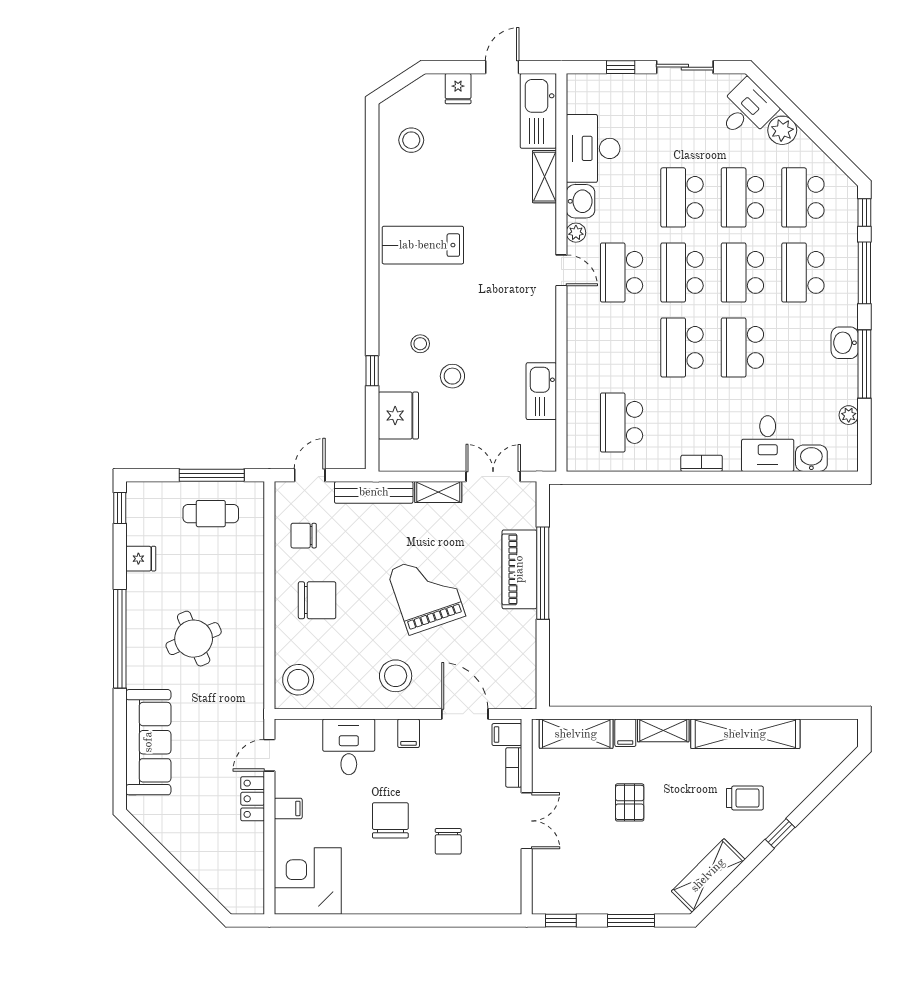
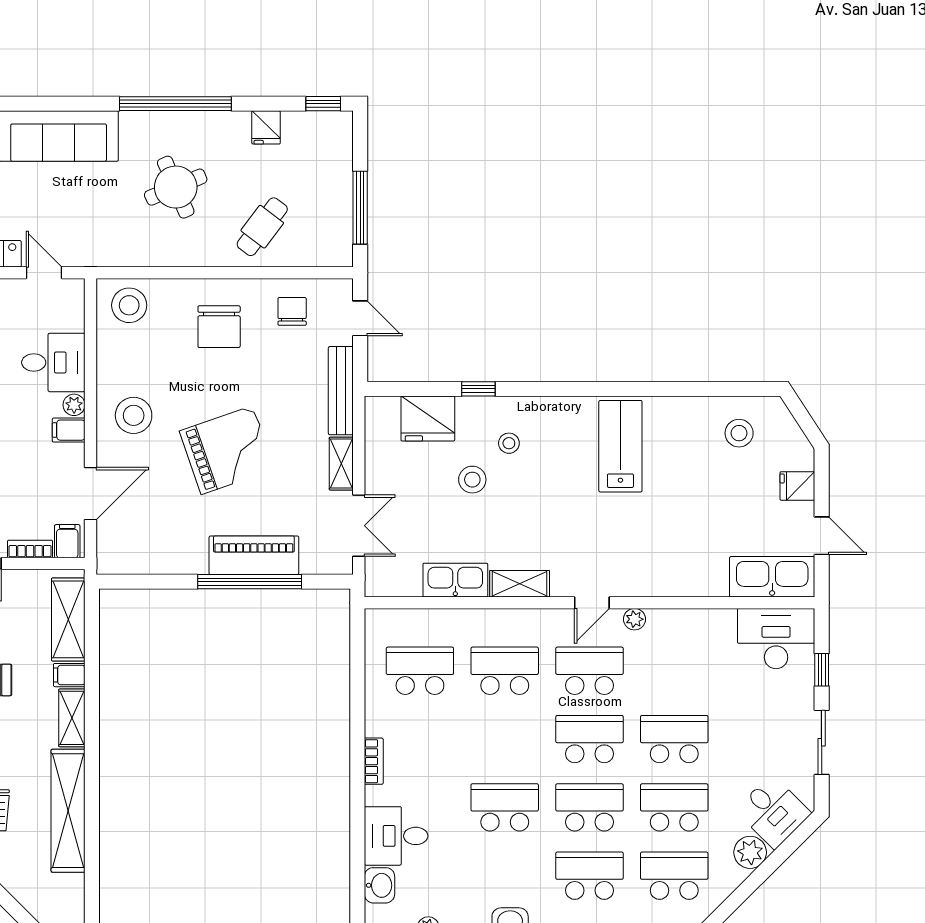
desk: (593, 148) -> (776, 639), moved
shelving: (545, 177) -> (520, 584), moved
washbasin: (580, 201) -> (670, 624), removed
school desk: (682, 347) -> (505, 671), moved
cafe table: (211, 514) -> (262, 227), moved, turned 37
plant: (386, 729) -> (74, 405), added

